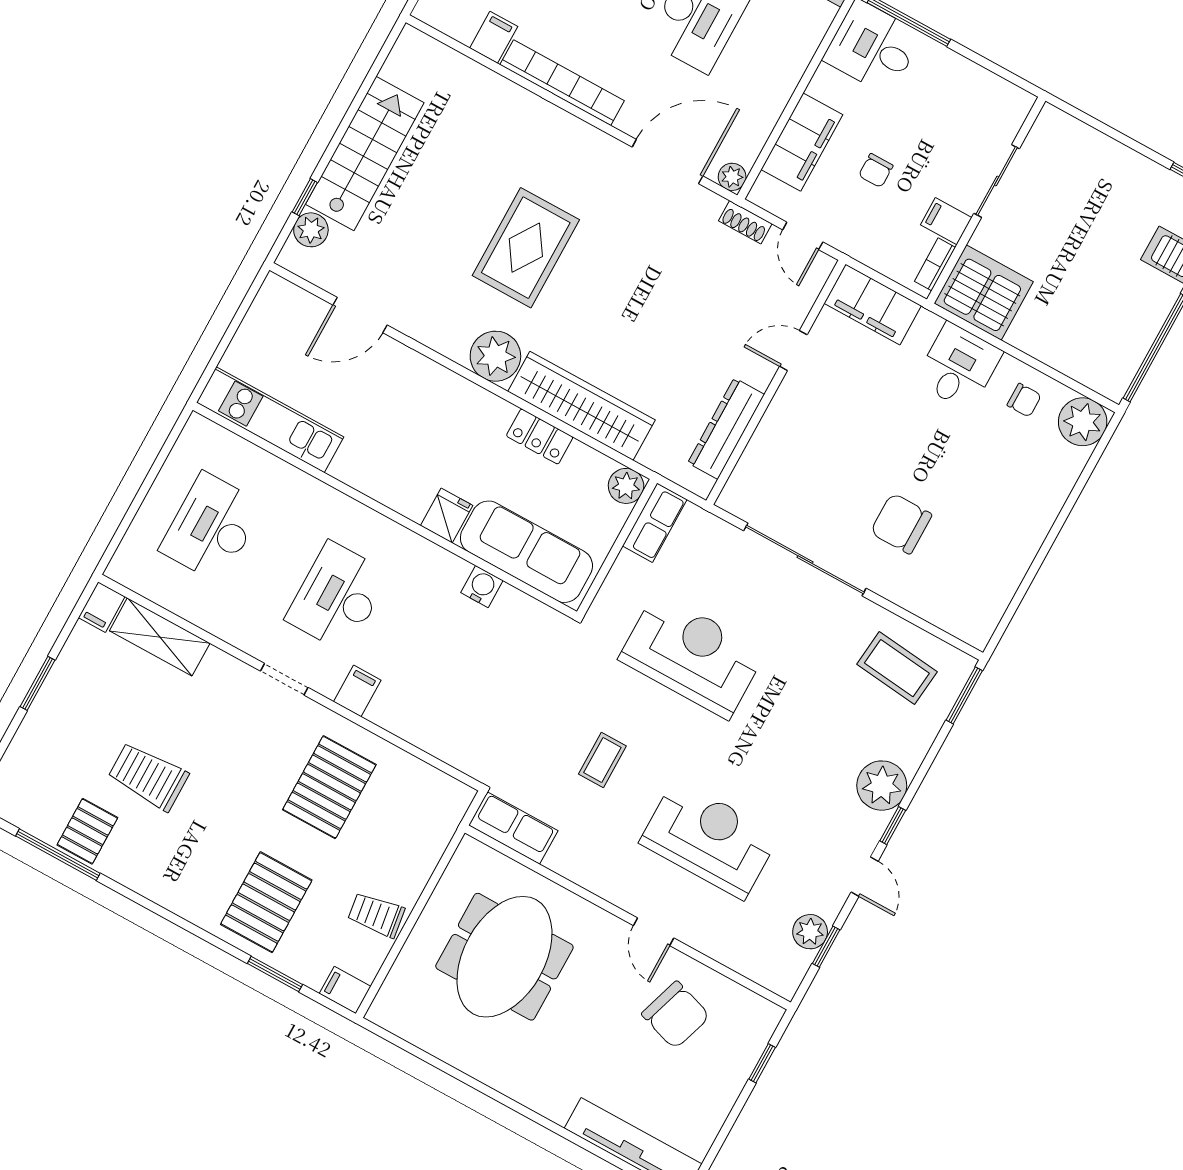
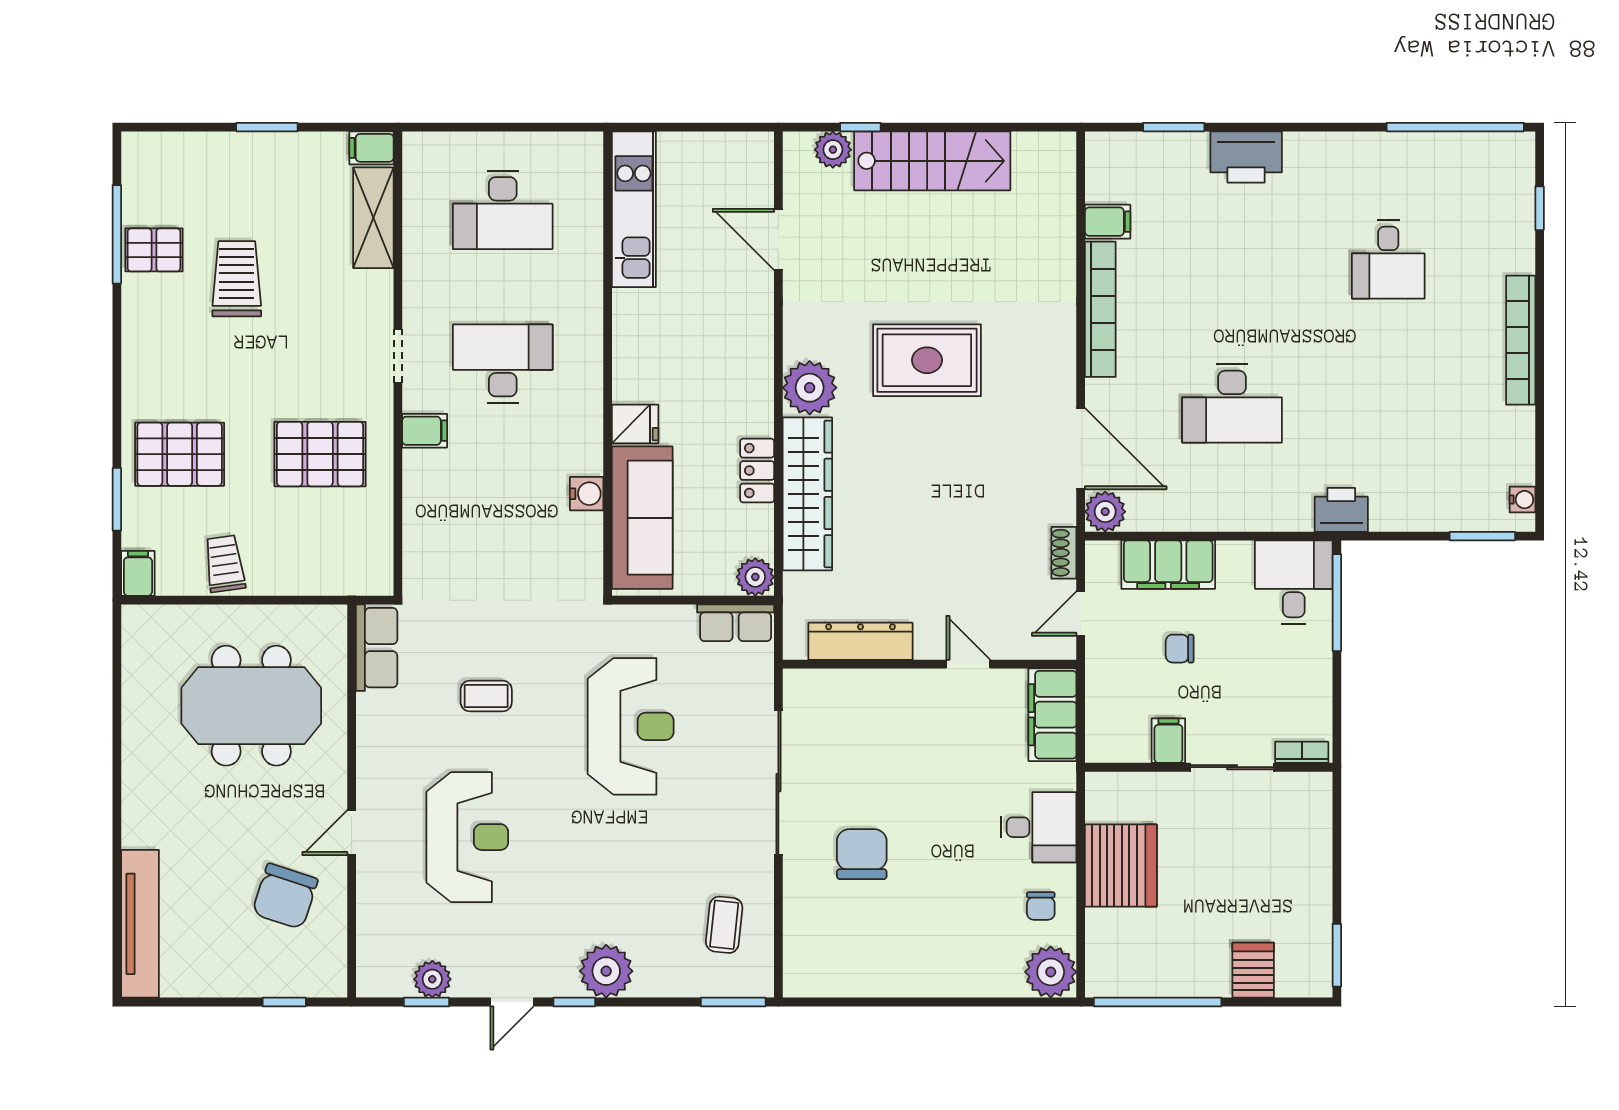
plant: (732, 177) -> (1105, 512), width x1.38, depth x1.38
bookcase: (935, 264) -> (1302, 752), moved
server rack: (984, 293) -> (1121, 865), moved
desk: (212, 527) -> (503, 210), turned 180
coffee table: (897, 668) -> (724, 925), width x0.73, depth x0.77

